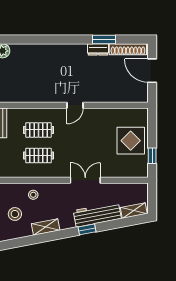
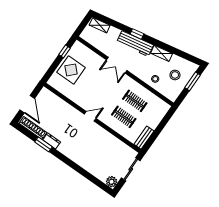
workbench: (97, 215) -> (135, 44), moved

